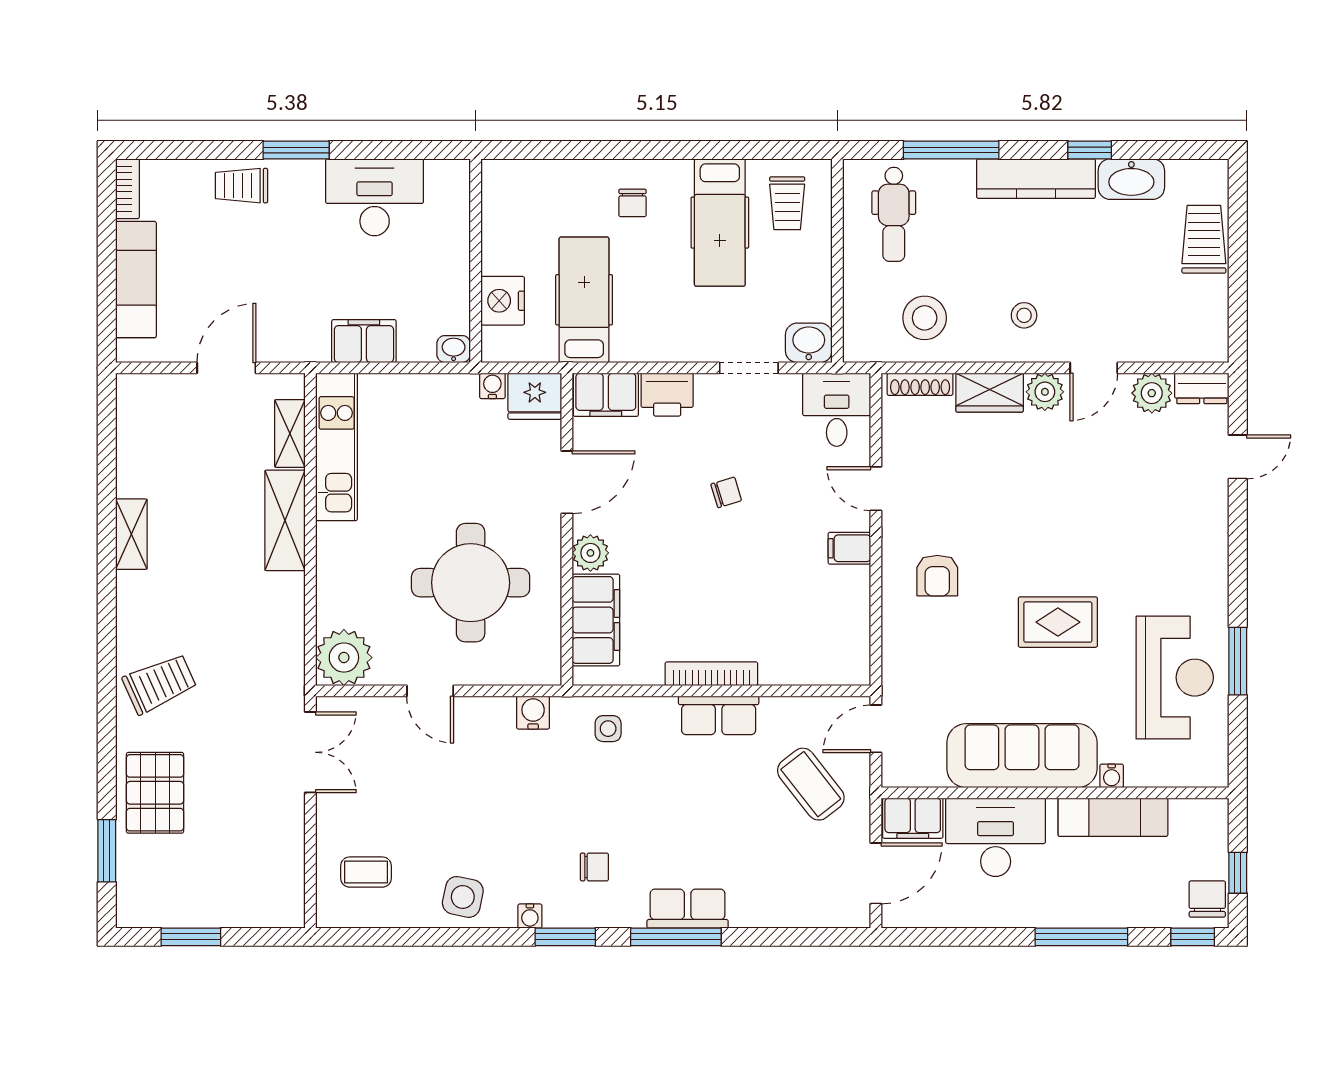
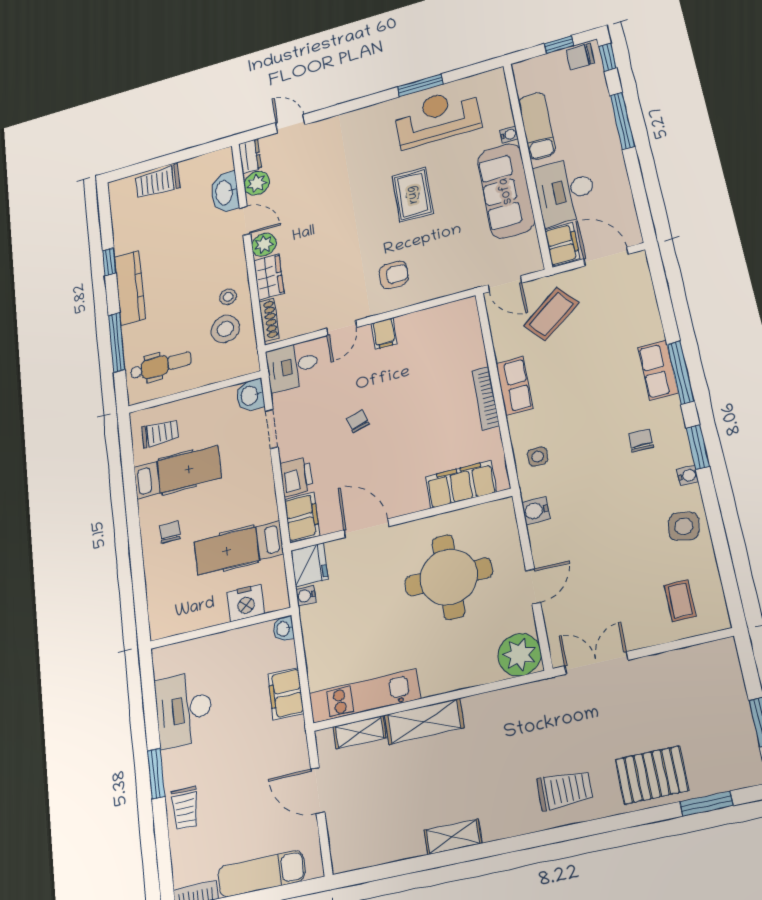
washbasin: (1131, 179) -> (225, 193), moved, turned 180
chair: (633, 203) -> (170, 532), turned -90
stool: (1024, 315) -> (228, 297), moved
plant: (590, 553) -> (414, 500), removed
trolley: (160, 684) -> (565, 790), turned 114

